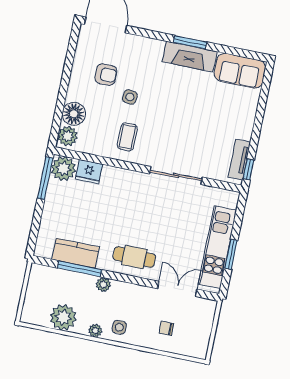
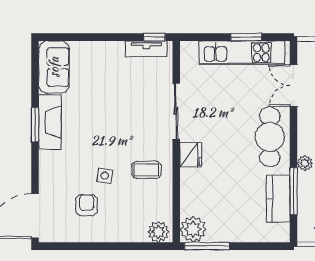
floor lamp: (74, 114) -> (134, 230), removed
fridge: (89, 172) -> (191, 155), moved
cafe table: (134, 257) -> (270, 137), width x1.37, depth x1.35

